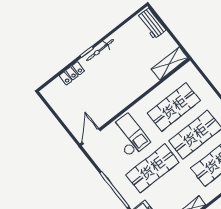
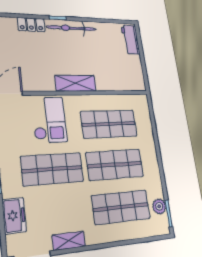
bicycle: (100, 50) -> (72, 28), width x1.37, depth x1.40
shelving: (170, 64) -> (76, 83), moved

